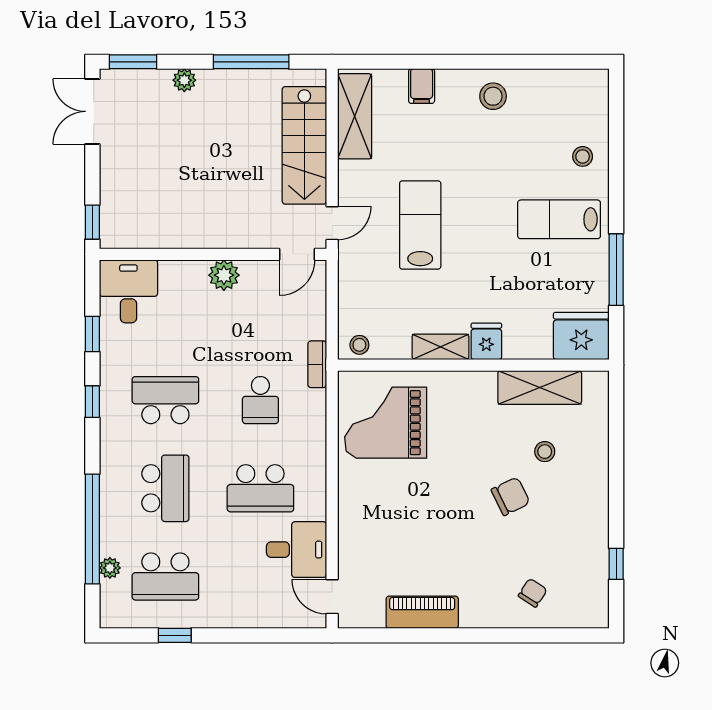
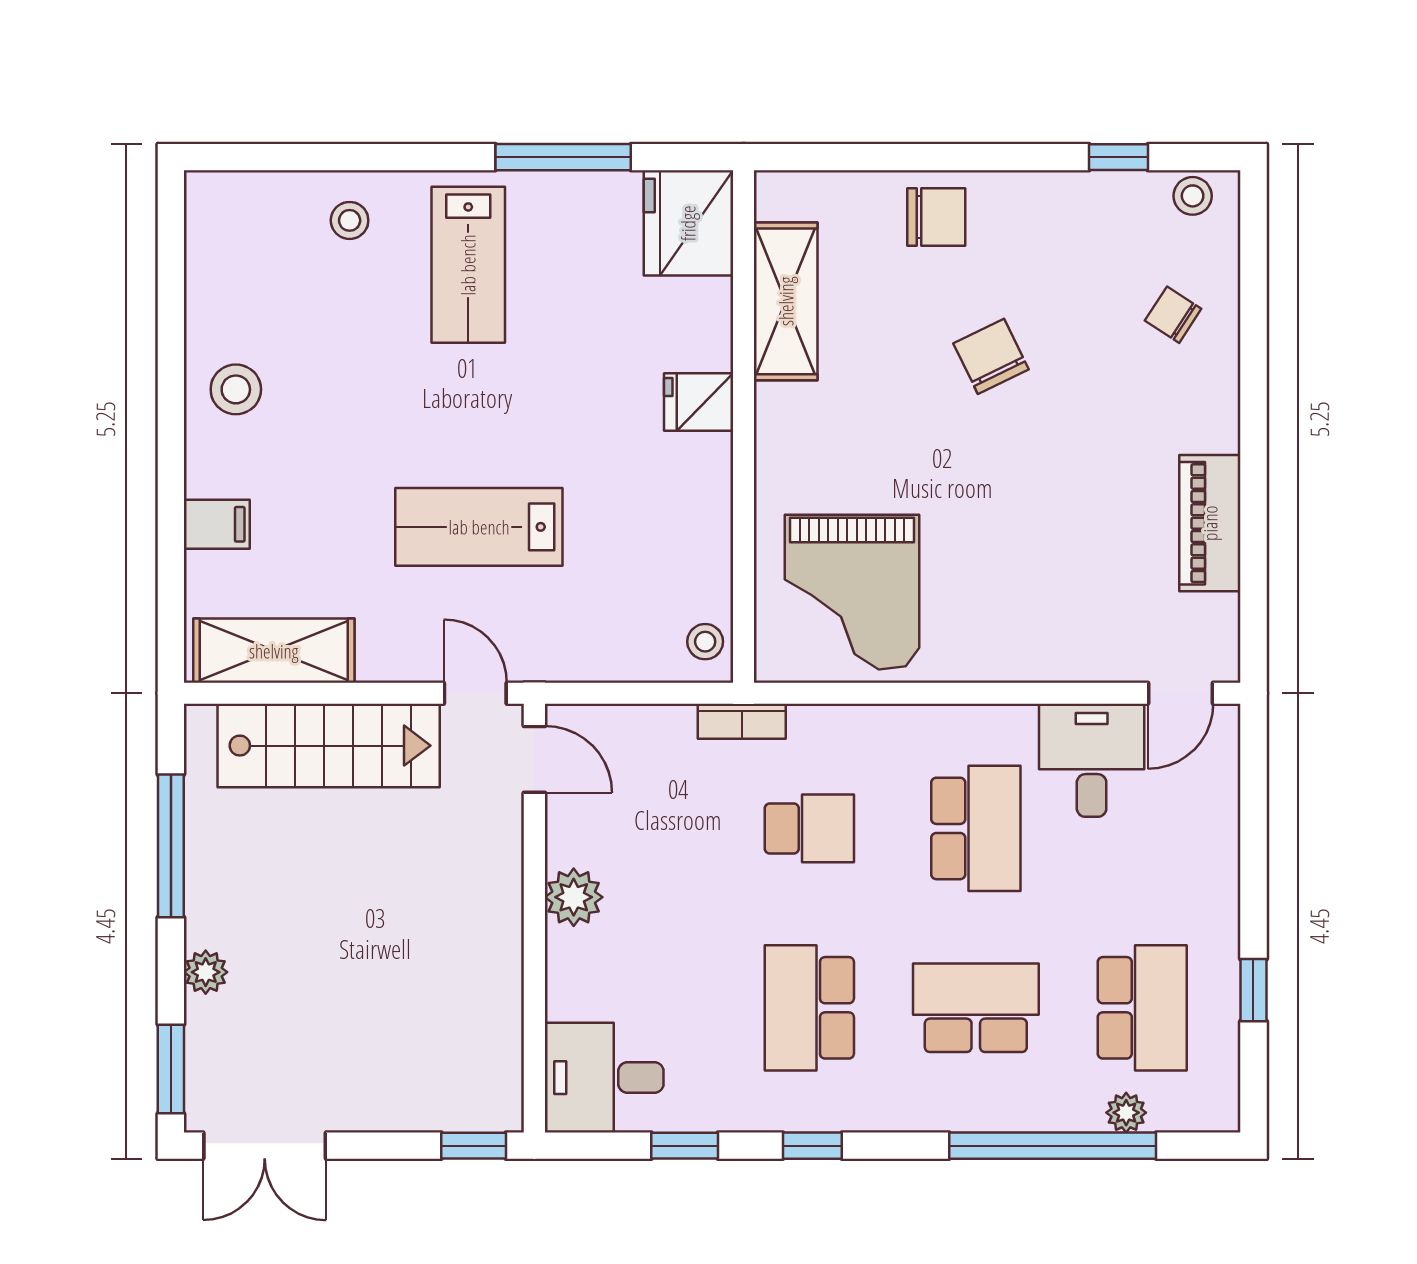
shelving: (440, 347) -> (709, 489), removed
stool: (545, 452) -> (1193, 196), moved
chair: (584, 467) -> (936, 217), added

